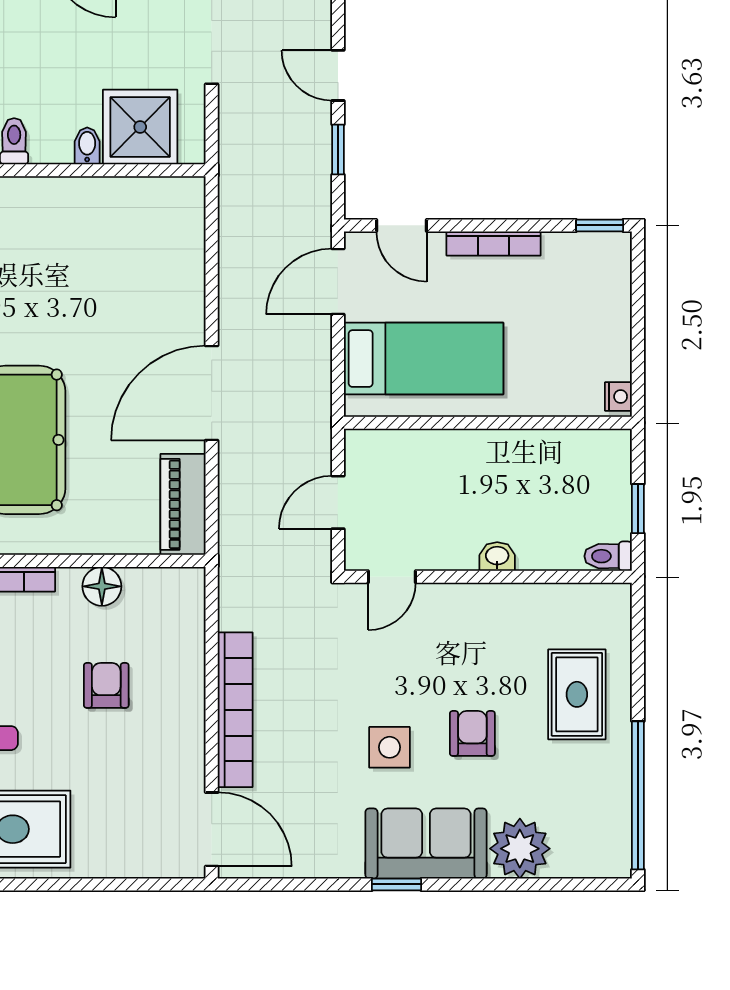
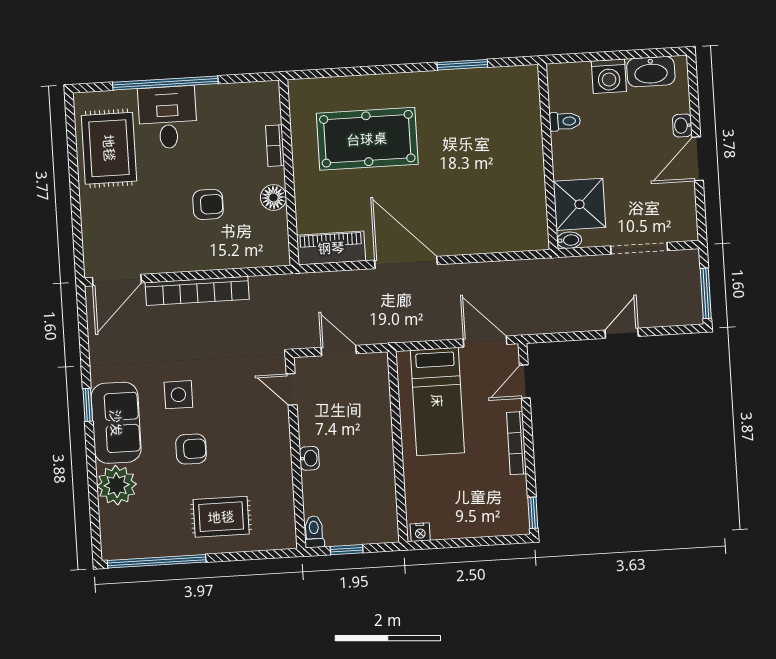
bidet: (87, 146) -> (569, 240), moved
window: (338, 149) -> (573, 336), removed

